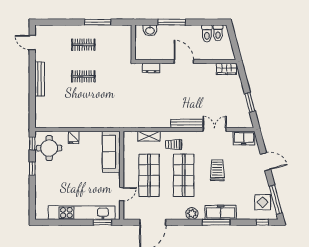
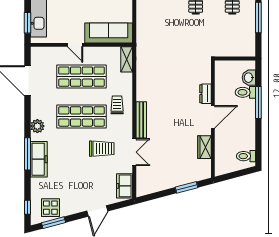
toilet: (207, 33) -> (245, 92), moved
dresser: (151, 68) -> (205, 94), moved
wardrobe: (226, 69) -> (204, 147), moved
window: (250, 102) -> (186, 187), moved
shelving: (149, 136) -> (127, 59), moved
trolley: (217, 170) -> (102, 149), moved
door: (122, 194) -> (75, 45), moved
window: (276, 200) -> (54, 223), width x0.69

